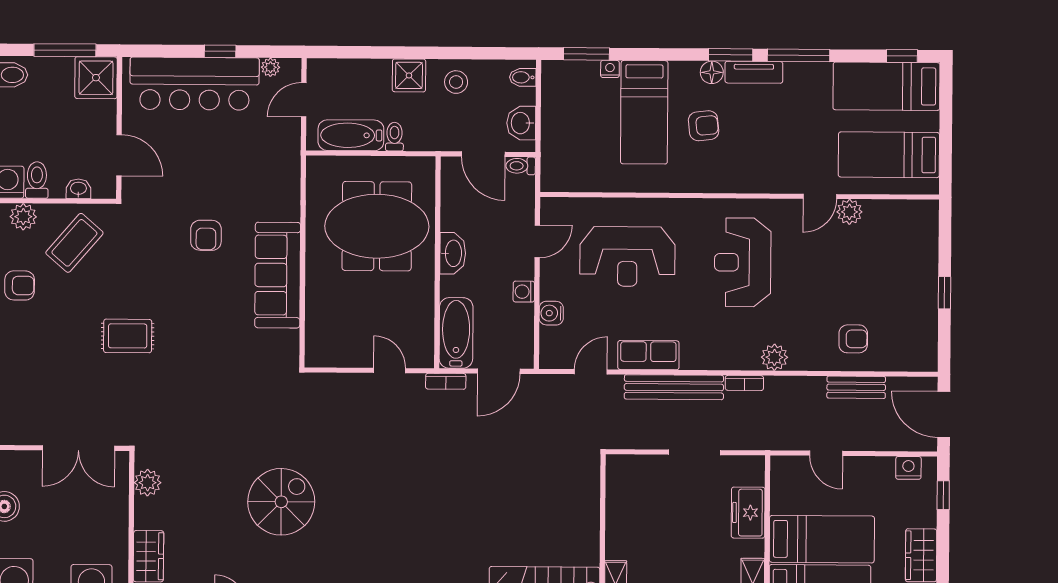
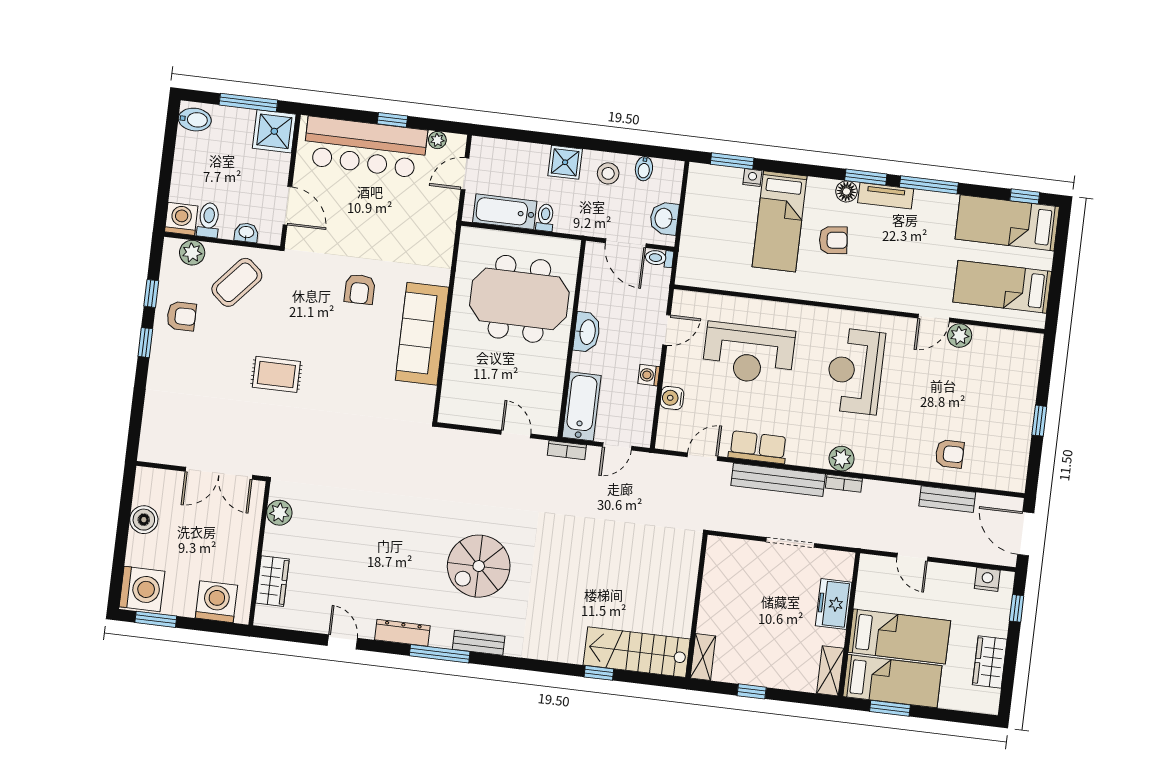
bidet: (523, 77) -> (644, 169), moved, turned -90
plant: (774, 357) -> (841, 459), moved
door: (499, 371) -> (617, 446), width x0.73
spiral stairs: (281, 502) -> (479, 566), moved, turned 180

